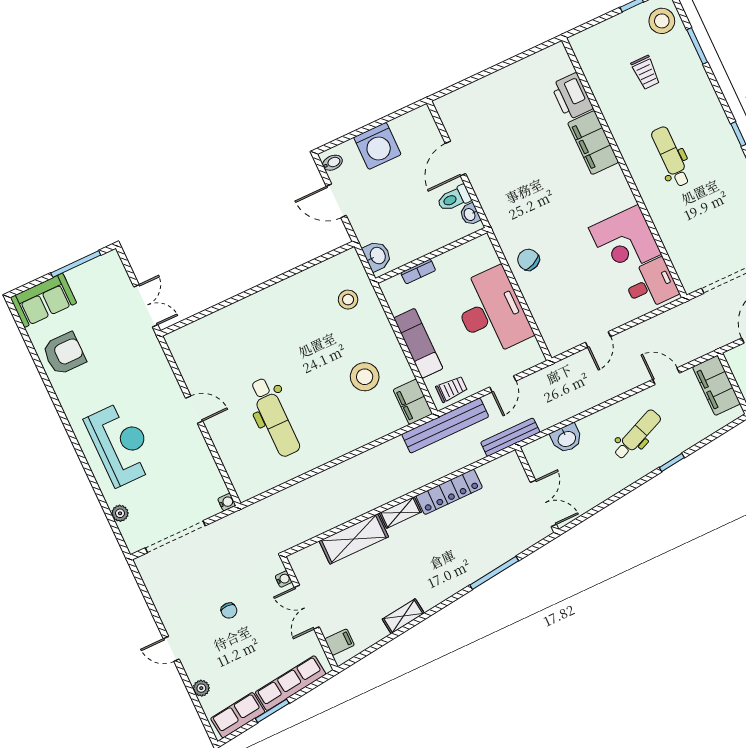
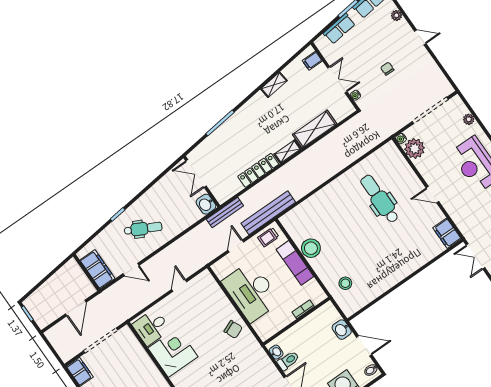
washbasin: (377, 256) -> (342, 330), moved
stool: (365, 377) -> (311, 248), moved
filing cabinet: (413, 402) -> (447, 233), moved, turned 180
dental chair: (637, 435) -> (143, 229), turned -130
washbasin: (567, 438) -> (206, 204), moved, turned -90
plant: (209, 484) -> (415, 148), added
row of seats: (291, 683) -> (339, 29), width x0.68

